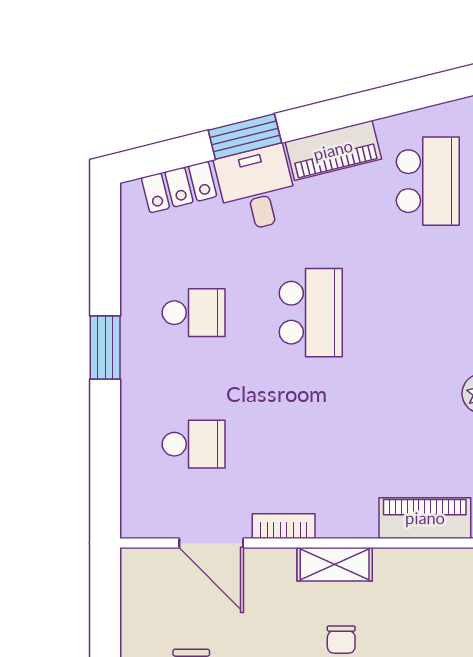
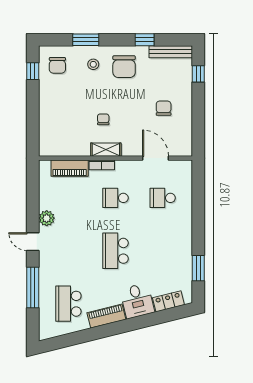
window: (245, 137) -> (142, 322), removed
school desk: (194, 313) -> (116, 198), moved
window: (105, 348) -> (198, 268), moved
bookcase: (284, 526) -> (102, 165), moved

